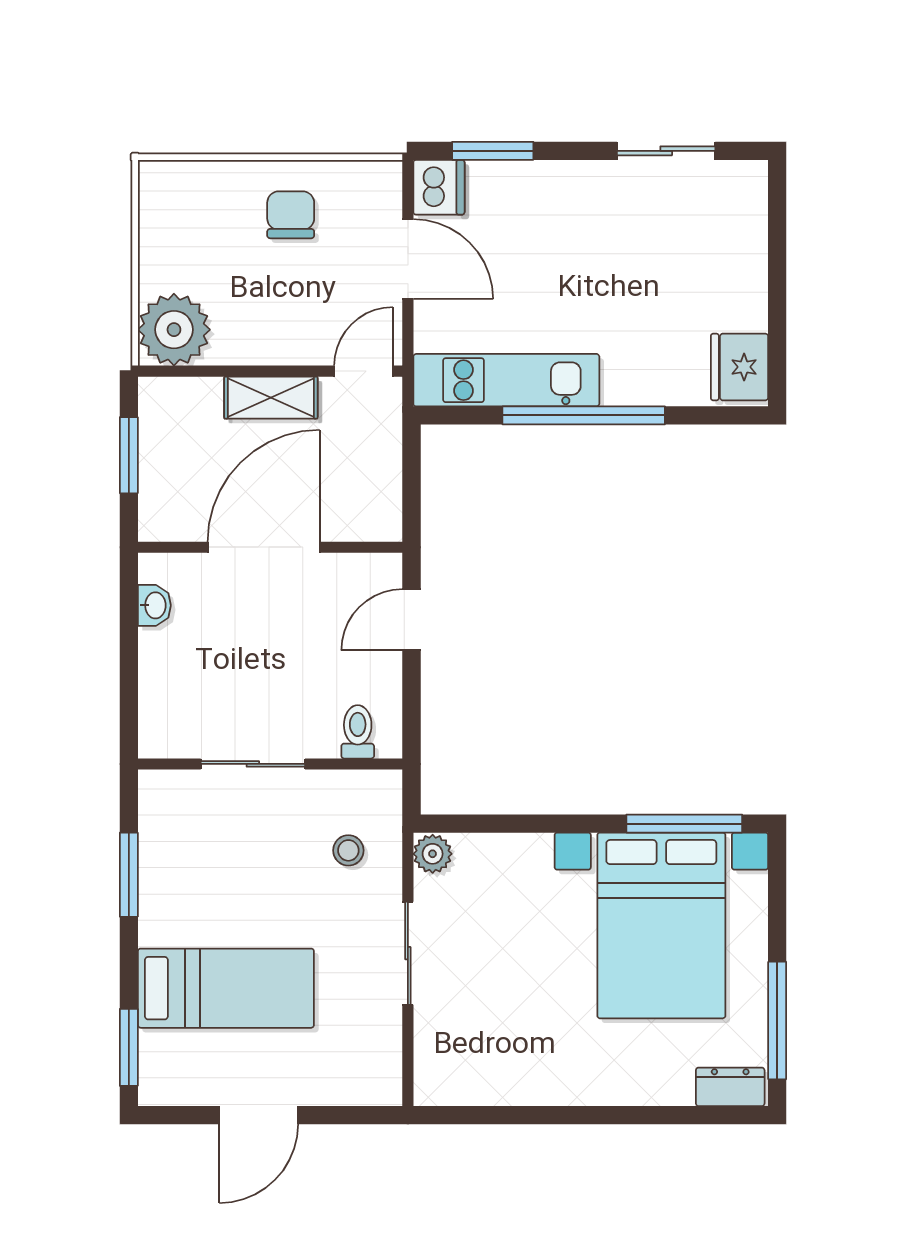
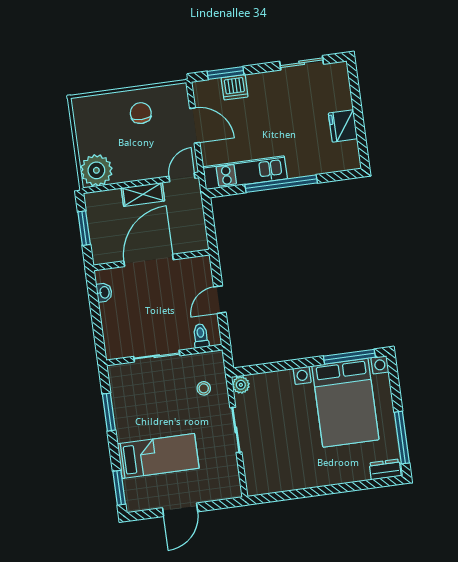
dishwasher: (439, 187) -> (235, 87), moved, turned 90
fridge: (739, 367) -> (343, 126), moved
door: (411, 620) -> (220, 300), moved

